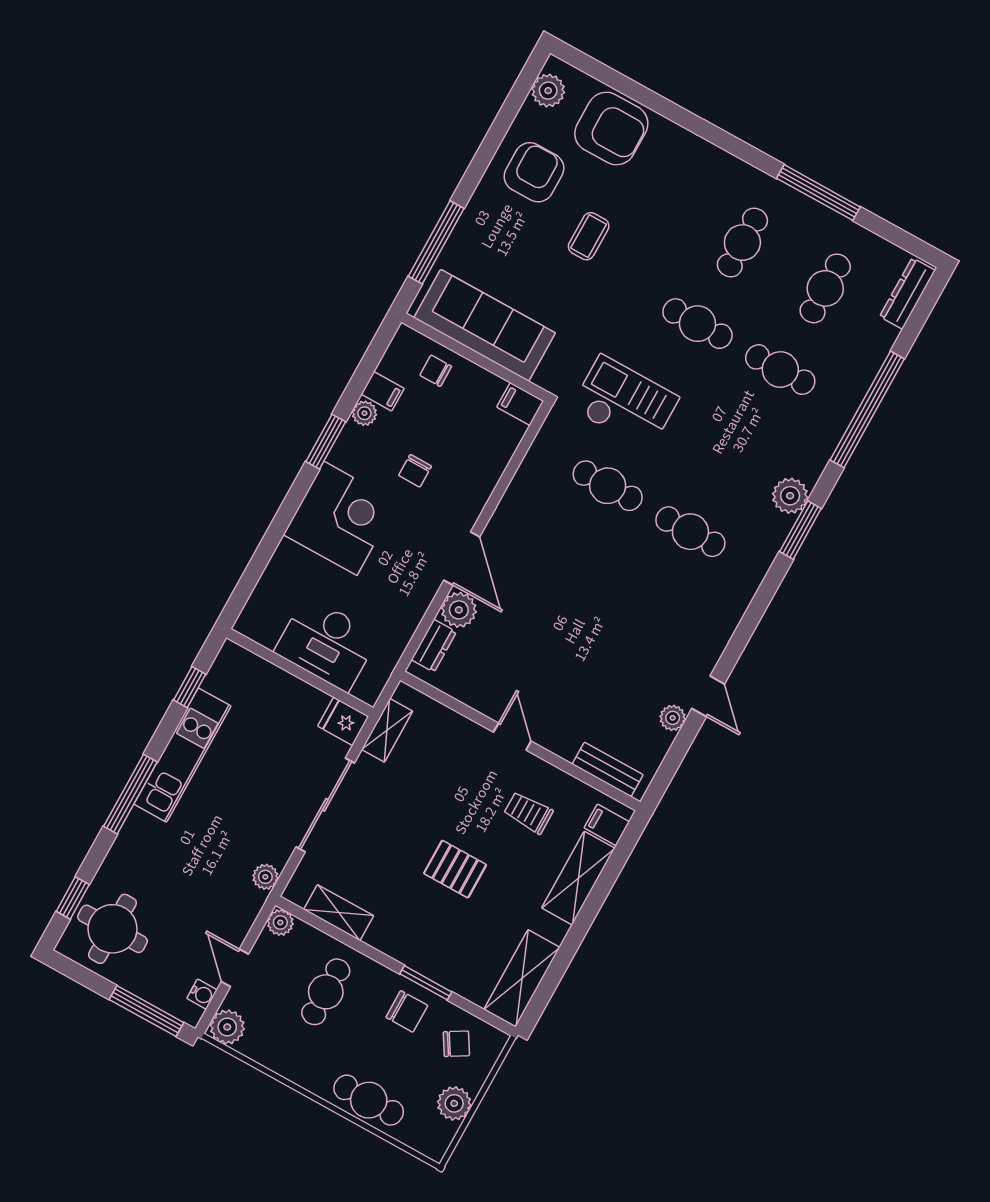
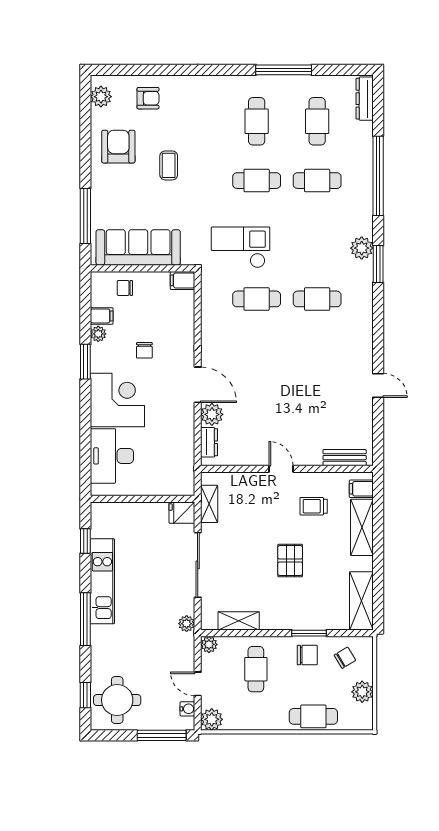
armchair: (611, 129) -> (148, 98), width x0.53, depth x0.53
desk: (327, 644) -> (112, 456), moved, turned 90
plant: (673, 718) -> (365, 409), removed
pallet: (455, 869) -> (290, 560), turned 90

